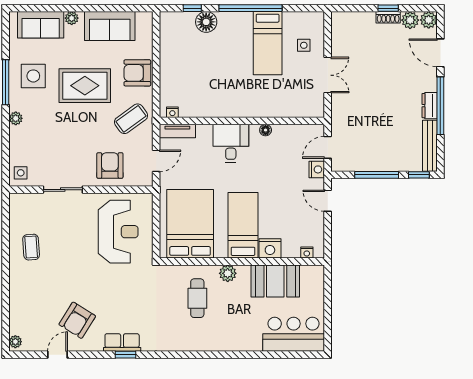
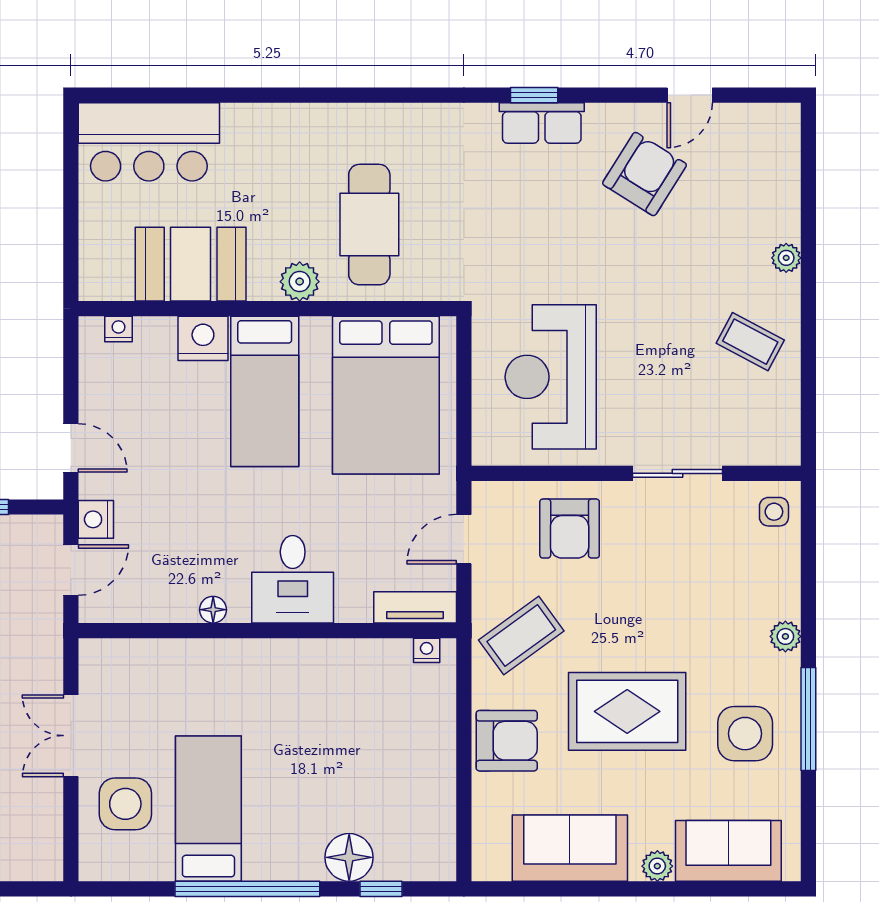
side table: (304, 45) -> (125, 804), width x1.87, depth x1.87
coffee table: (31, 247) -> (750, 342), turned -58
cafe table: (197, 298) -> (369, 225), width x1.37, depth x1.35
plant: (15, 342) -> (786, 258), moved

